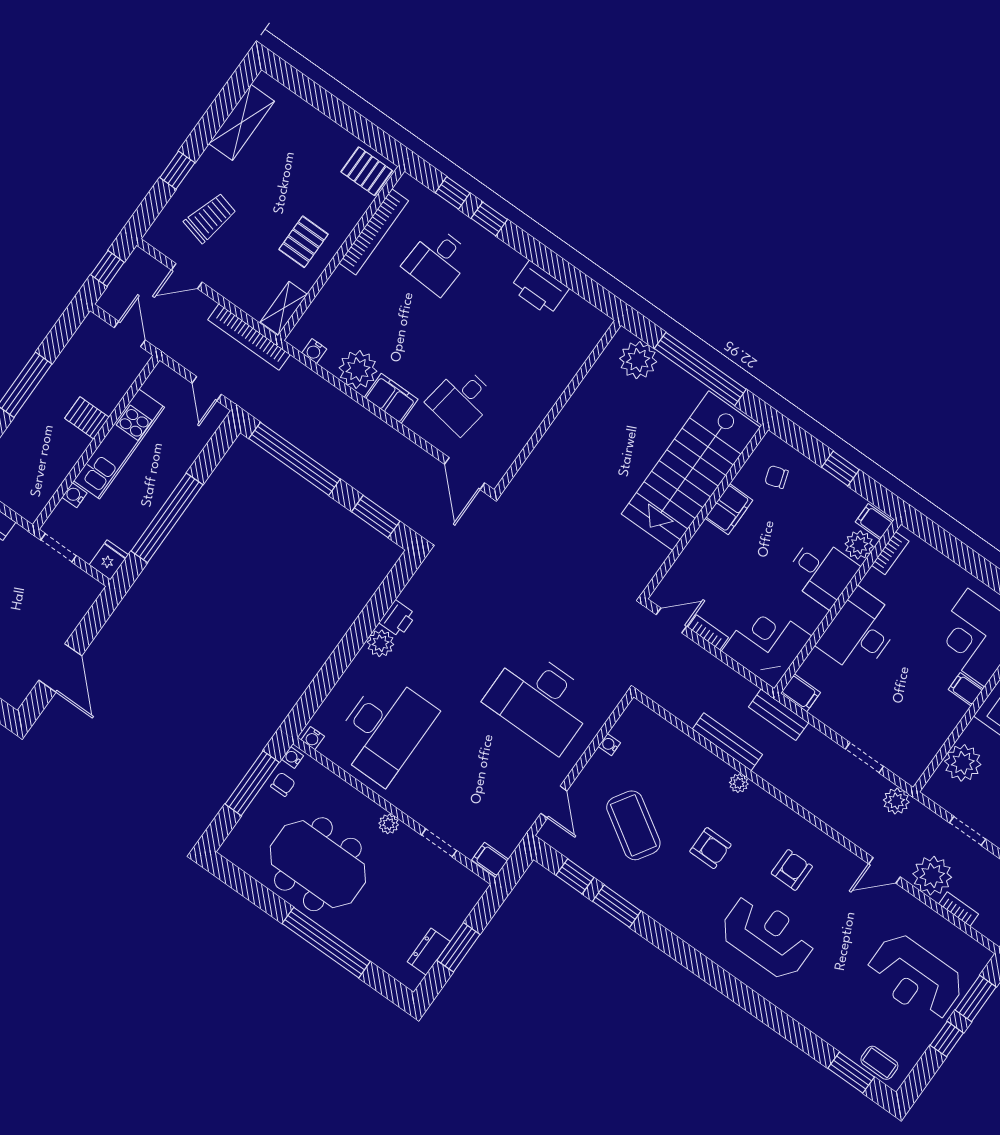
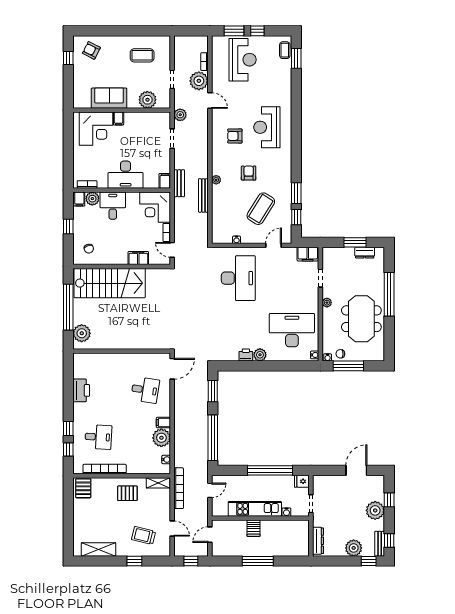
filing cabinet: (391, 398) -> (163, 423), width x0.50
filing cabinet: (729, 509) -> (138, 258), moved
filing cabinet: (490, 860) -> (308, 254), width x2.00

